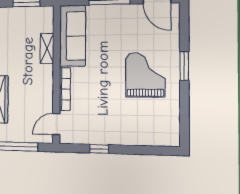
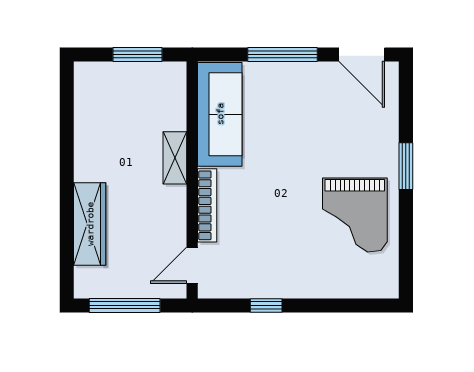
shelving: (47, 48) -> (175, 158), moved
grand piano: (145, 75) -> (355, 215), moved, turned 180

